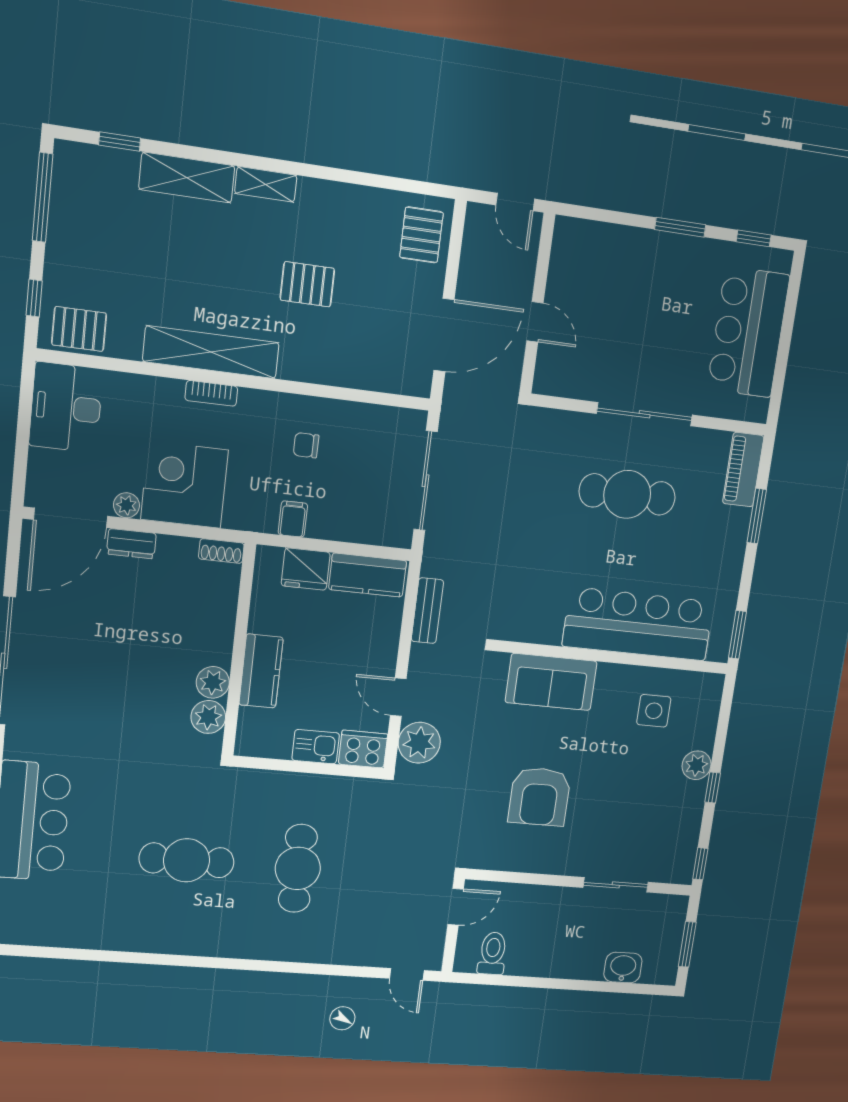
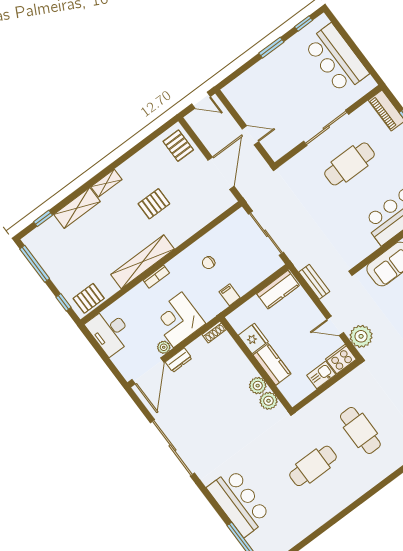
fridge: (306, 569) -> (253, 338), moved, turned -90

